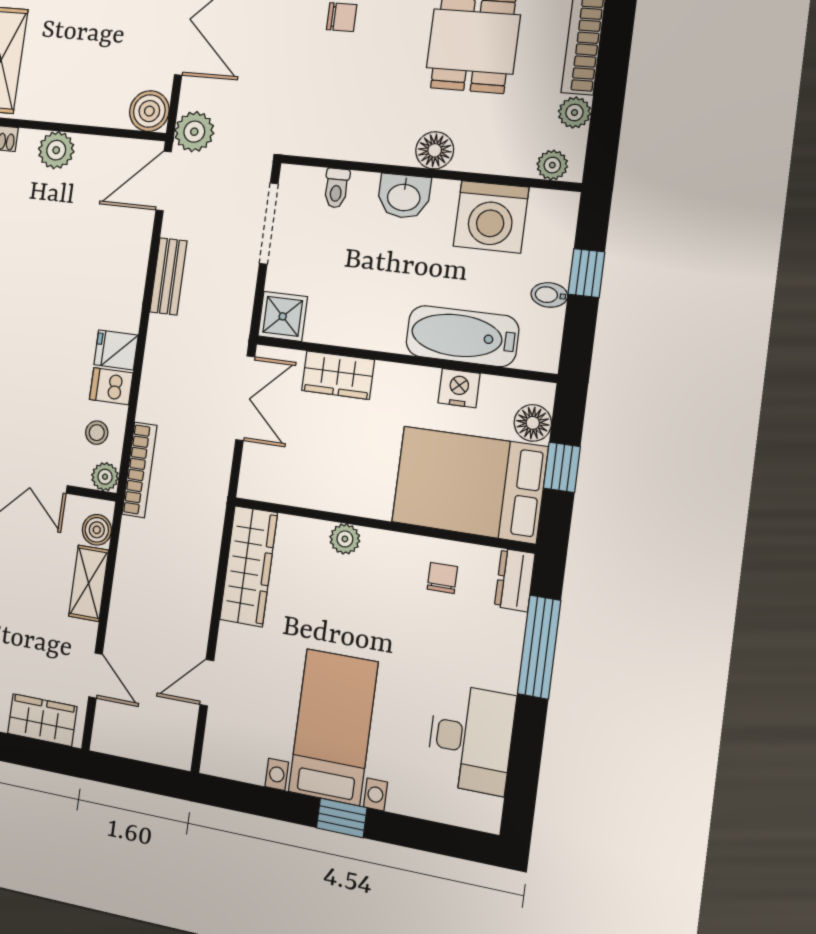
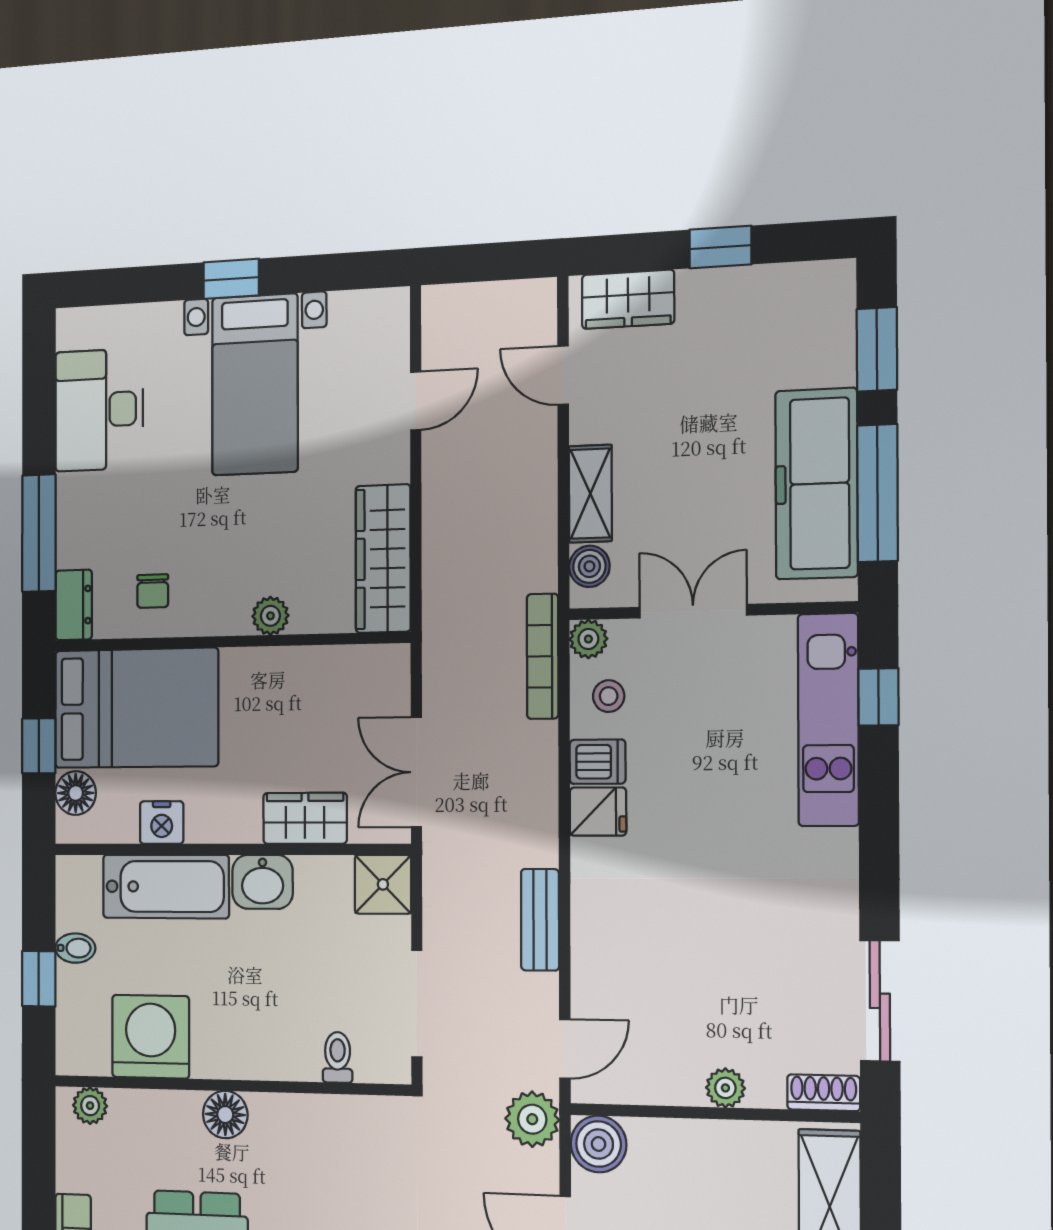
plant: (574, 113) -> (73, 1171), removed
plant: (56, 150) -> (725, 1088), width x0.73, depth x0.73
door: (164, 181) -> (565, 1049), width x0.73
washbasin: (404, 196) -> (263, 882), moved, turned 180

